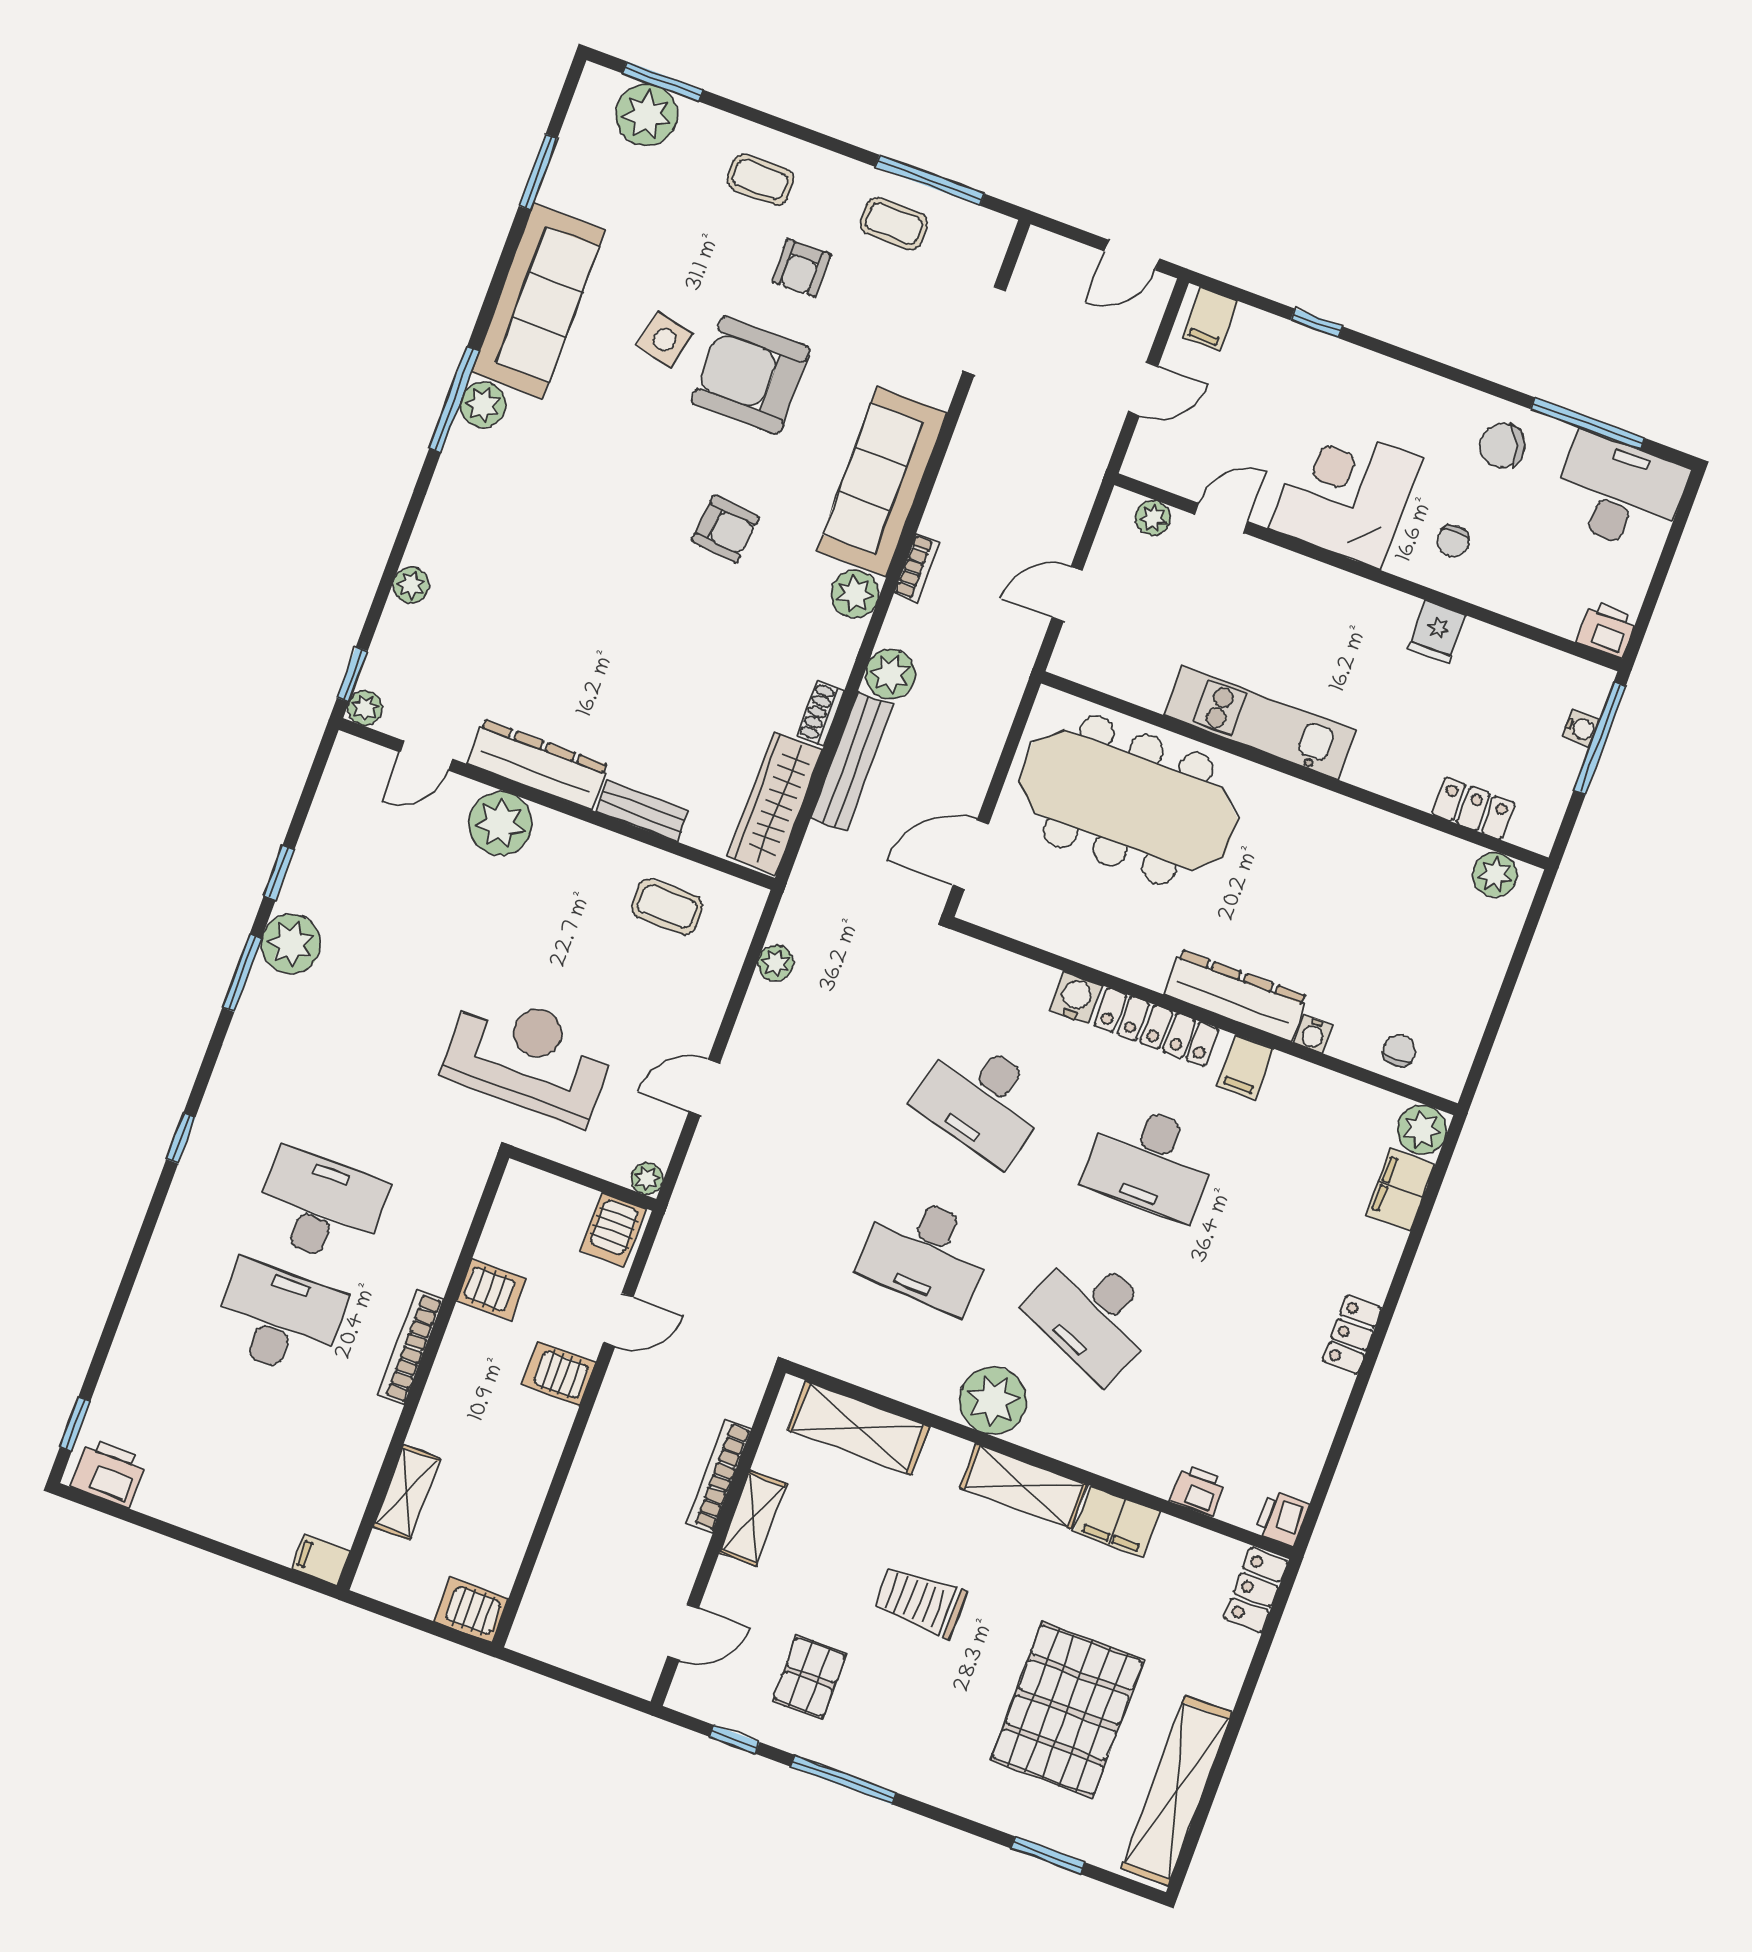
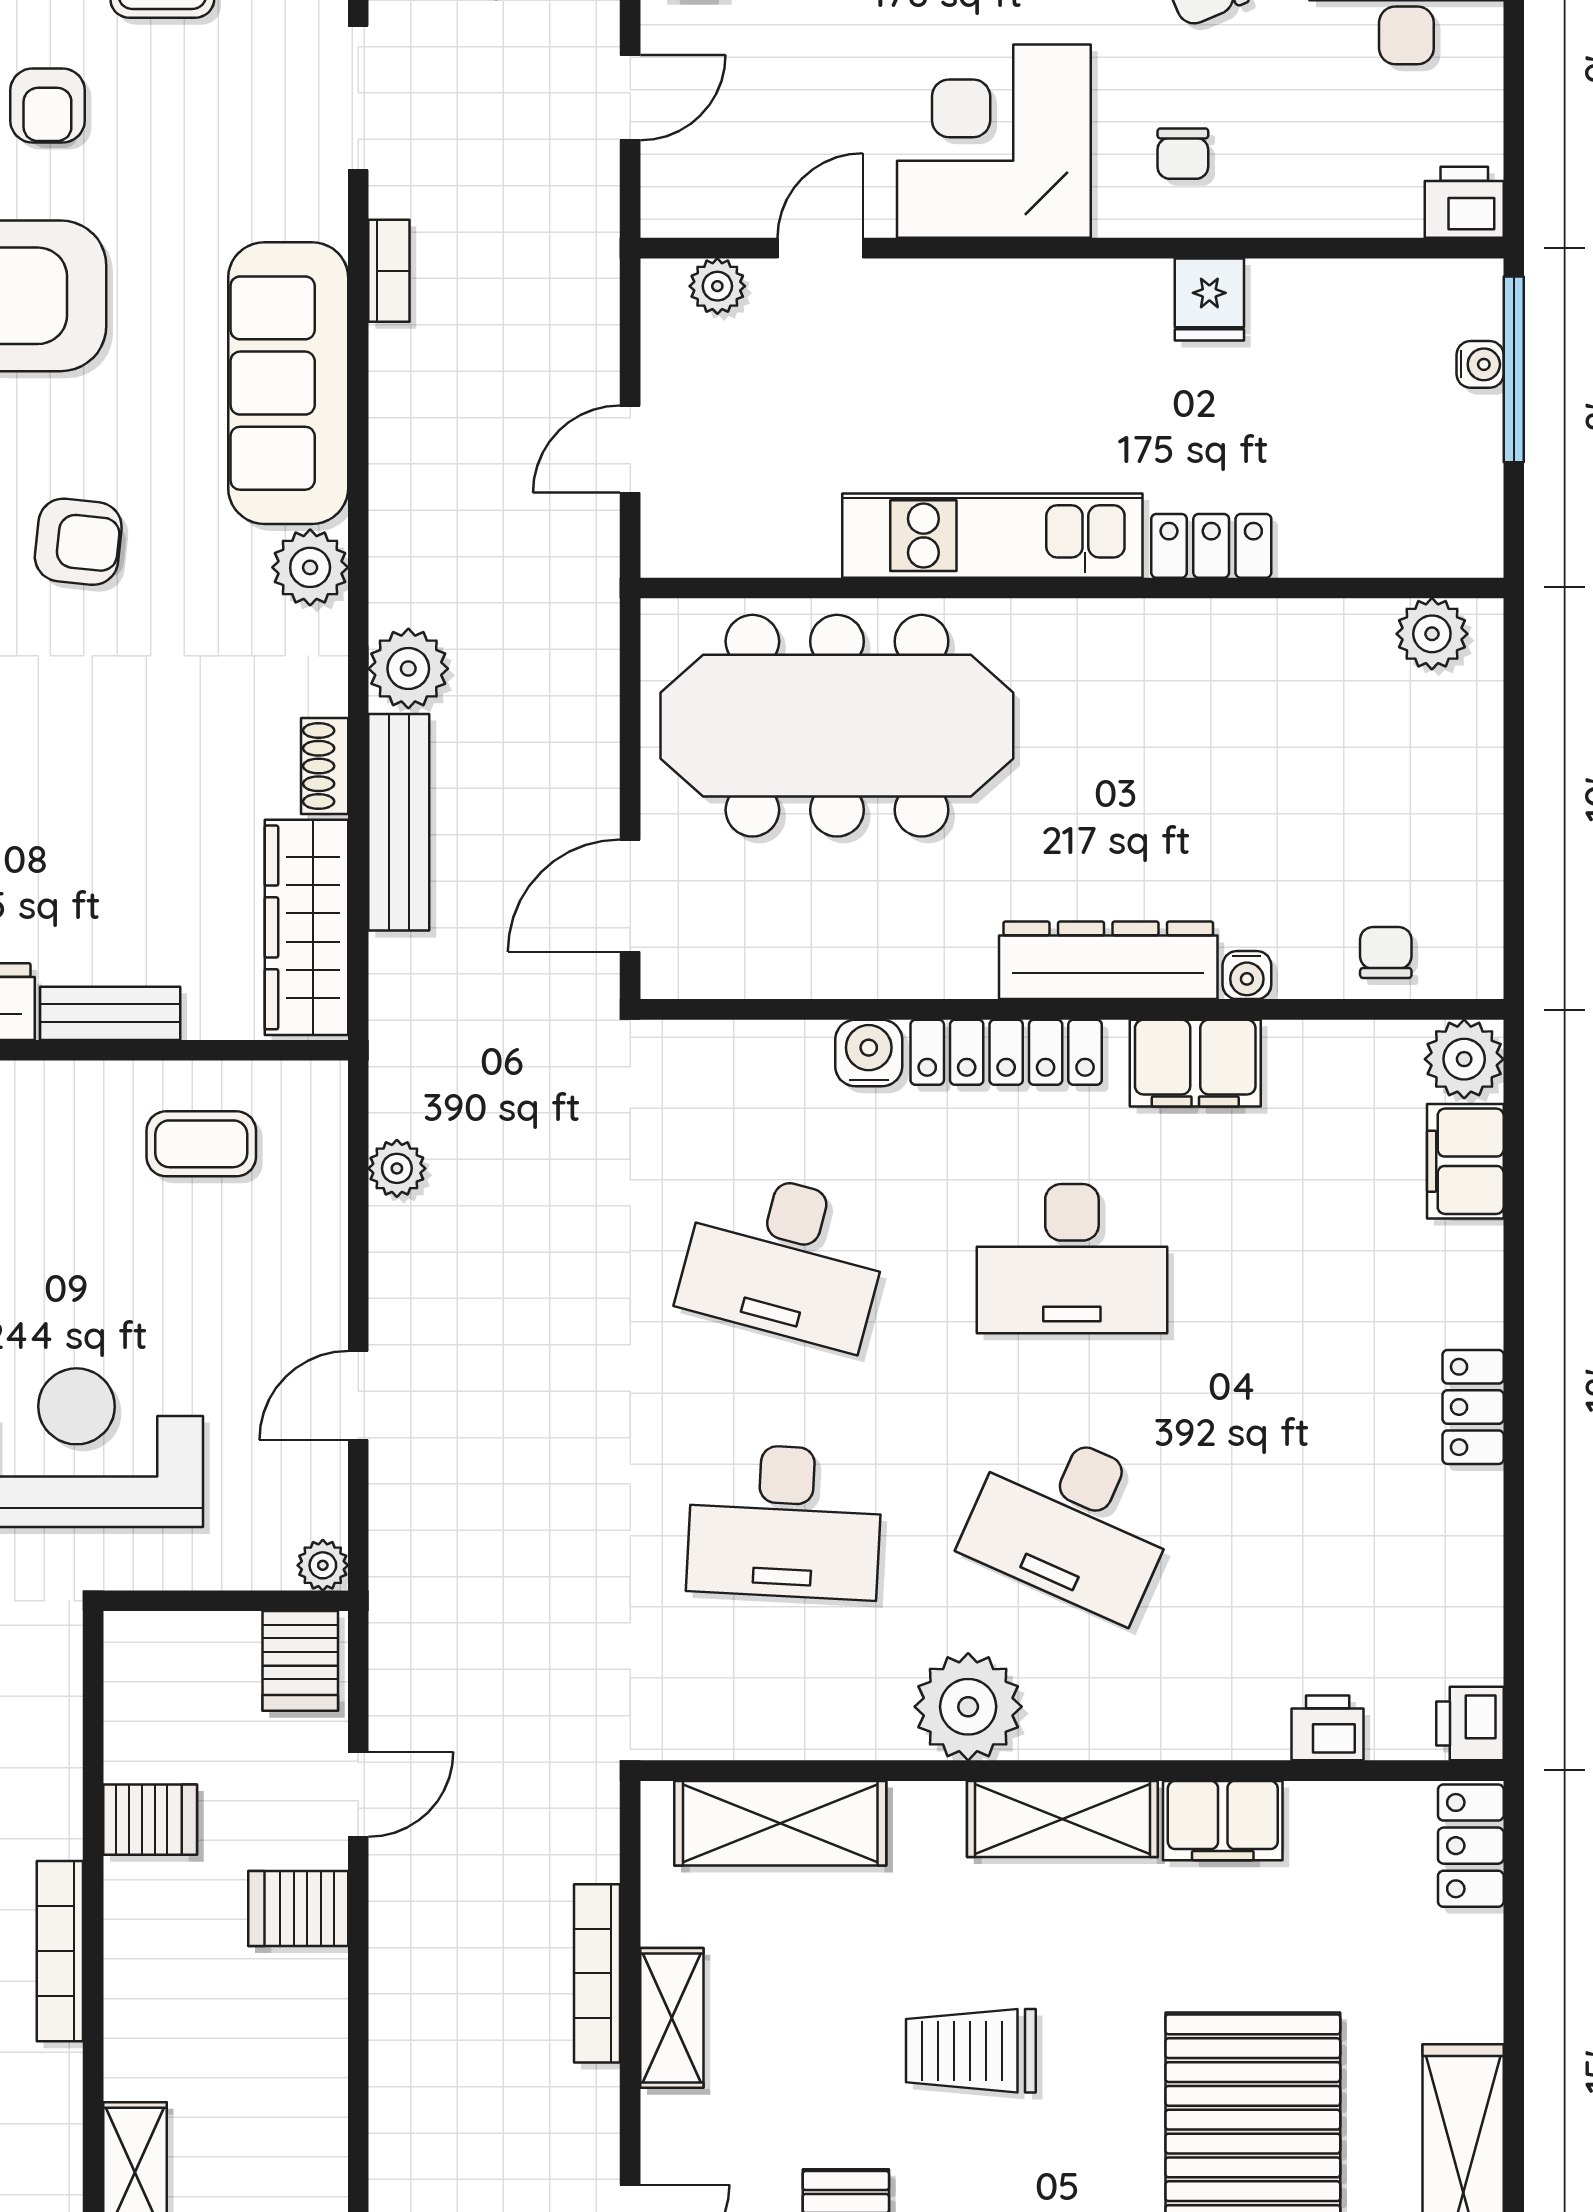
bookcase: (917, 568) -> (389, 271), moved
locker: (1474, 809) -> (1211, 546), moved
filing cabinet: (1245, 1067) -> (1195, 1063), width x2.00

